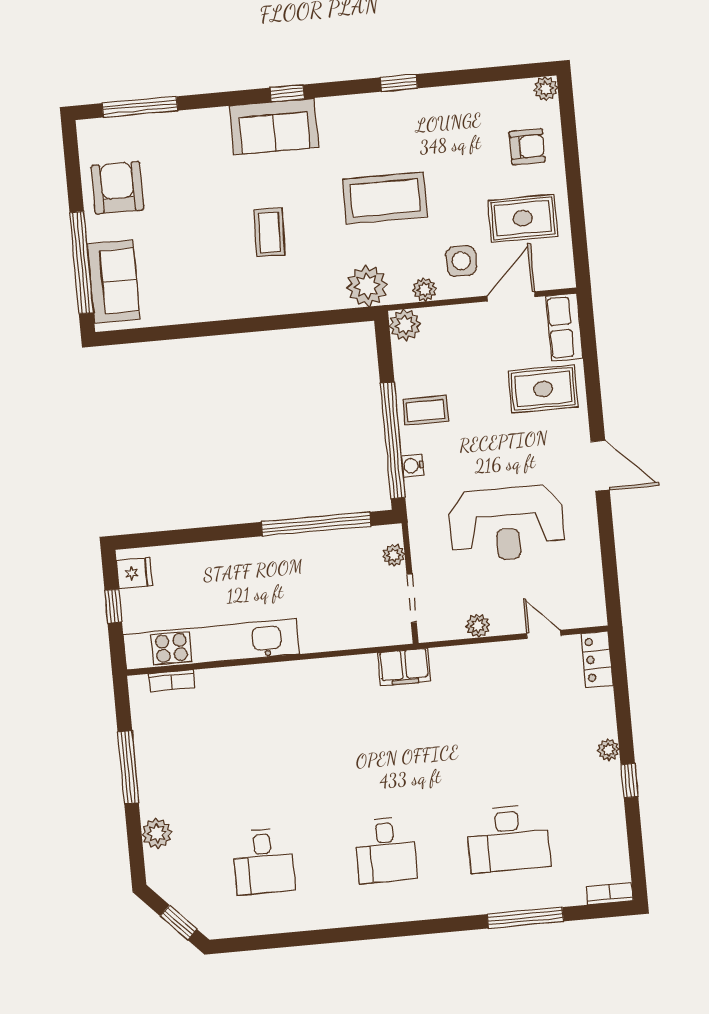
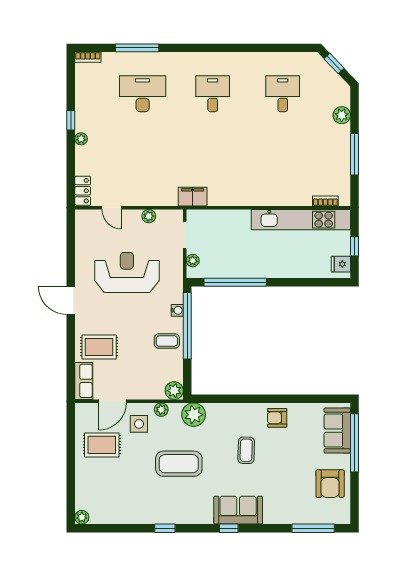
armchair: (527, 147) -> (277, 418), moved

